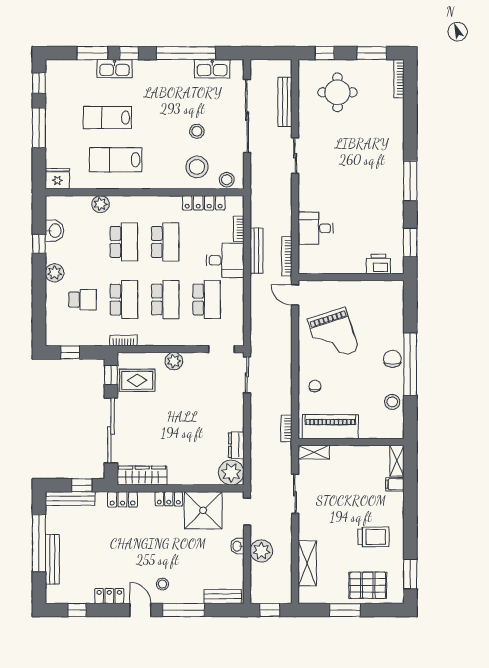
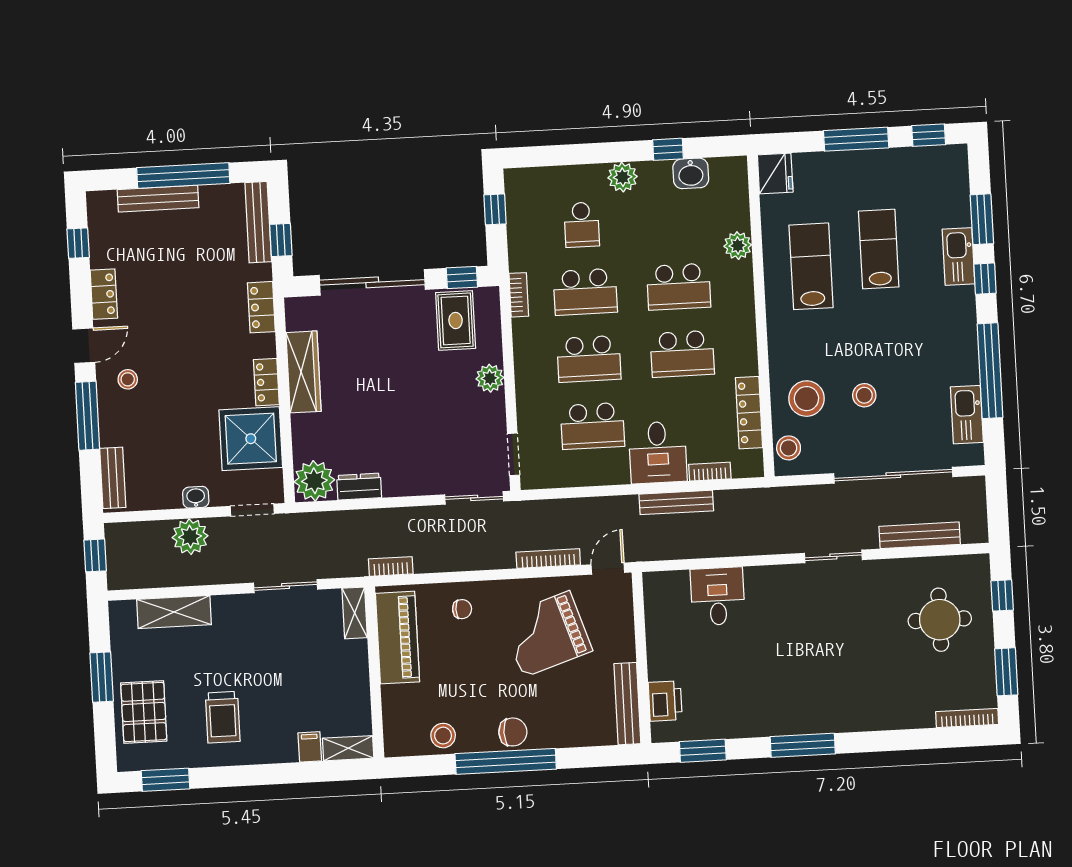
bookcase: (287, 256) -> (548, 558), moved
bench: (379, 287) -> (627, 704), added
wardrobe: (142, 476) -> (304, 372), moved

